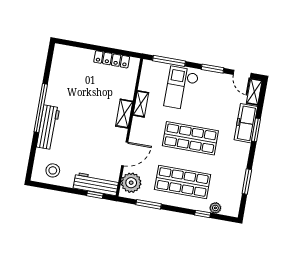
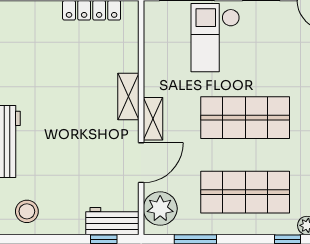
shelving: (141, 104) -> (153, 119), moved
workbench: (96, 184) -> (112, 221), width x0.73

